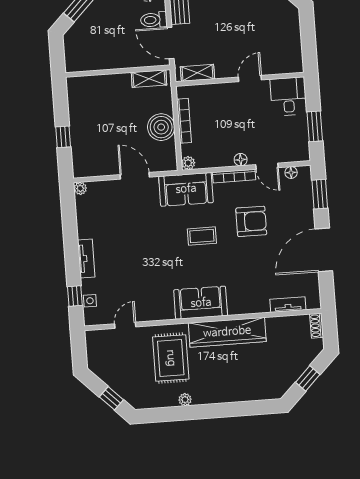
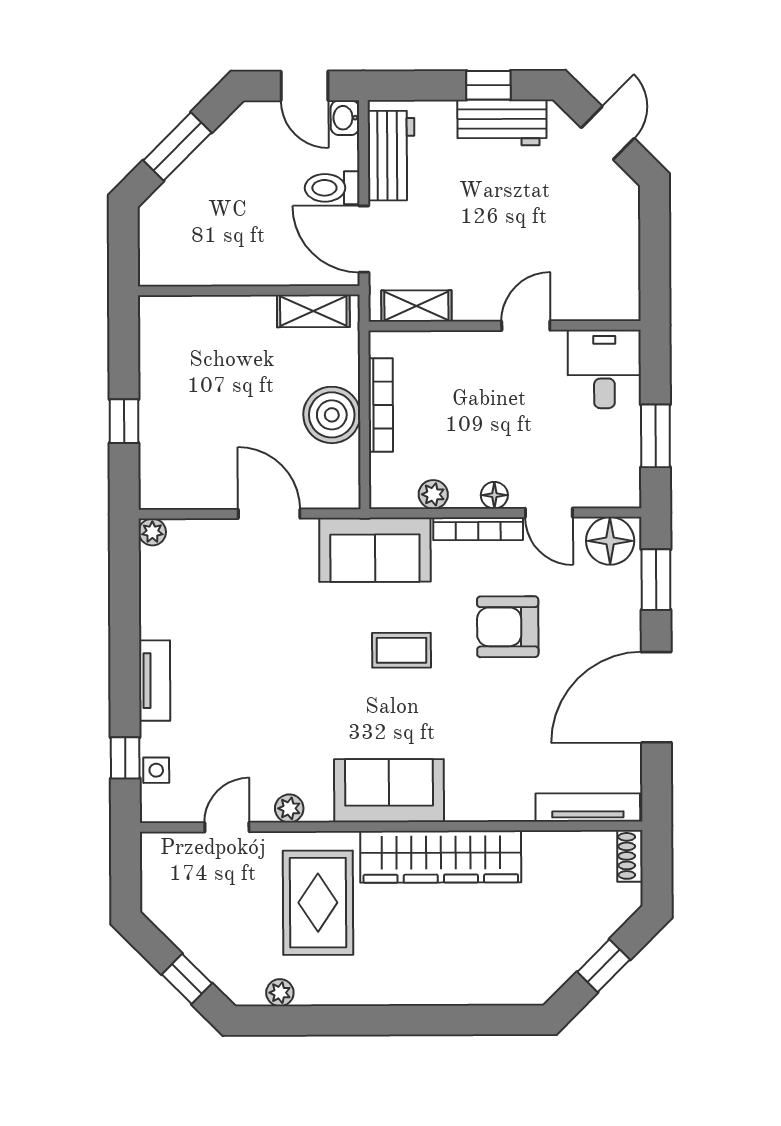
plant: (188, 163) -> (433, 494), moved
floor lamp: (291, 172) -> (610, 541), width x1.89, depth x1.89
armchair: (251, 221) -> (508, 627), turned 180
tv unit: (288, 305) -> (588, 807), width x1.41
plant: (154, 314) -> (289, 808), added
plant: (185, 400) -> (280, 993), moved

